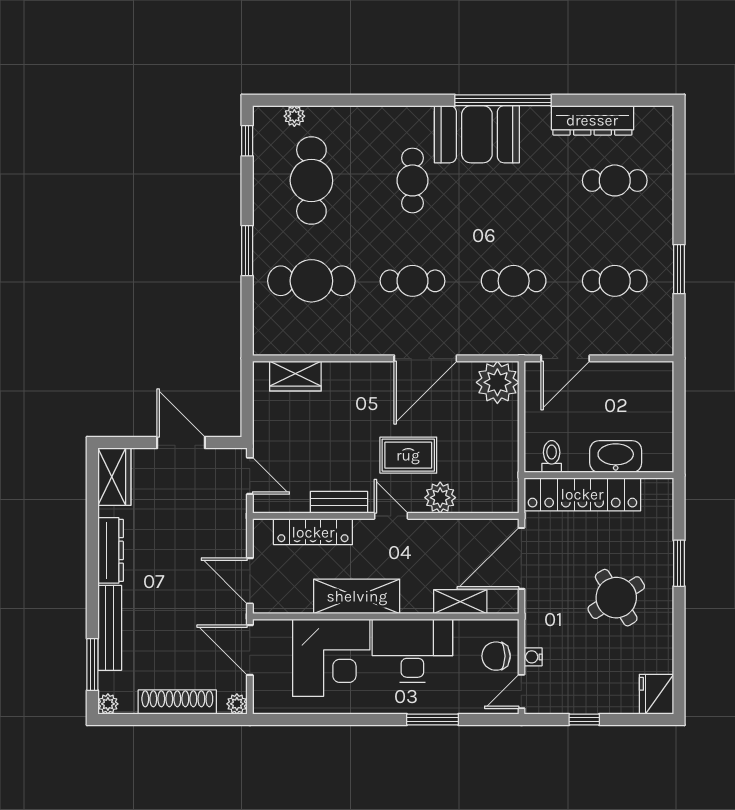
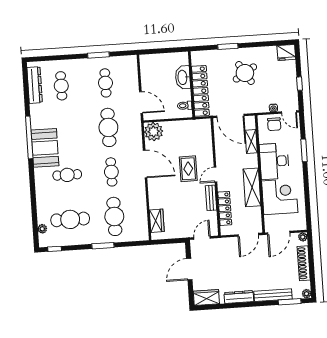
dresser: (592, 120) -> (35, 85), moved
cafe table: (514, 281) -> (108, 127), width x1.37, depth x1.35
plant: (440, 498) -> (206, 153), removed

